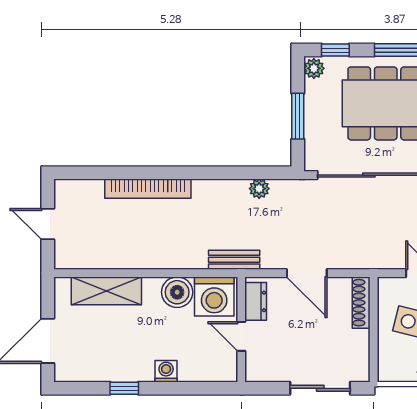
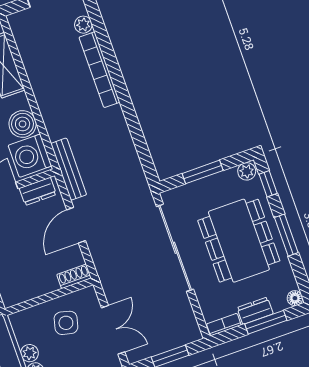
plant: (259, 189) -> (83, 25), moved
bench: (234, 260) -> (69, 169), width x1.36
shoe rack: (361, 303) -> (74, 276), width x0.70

